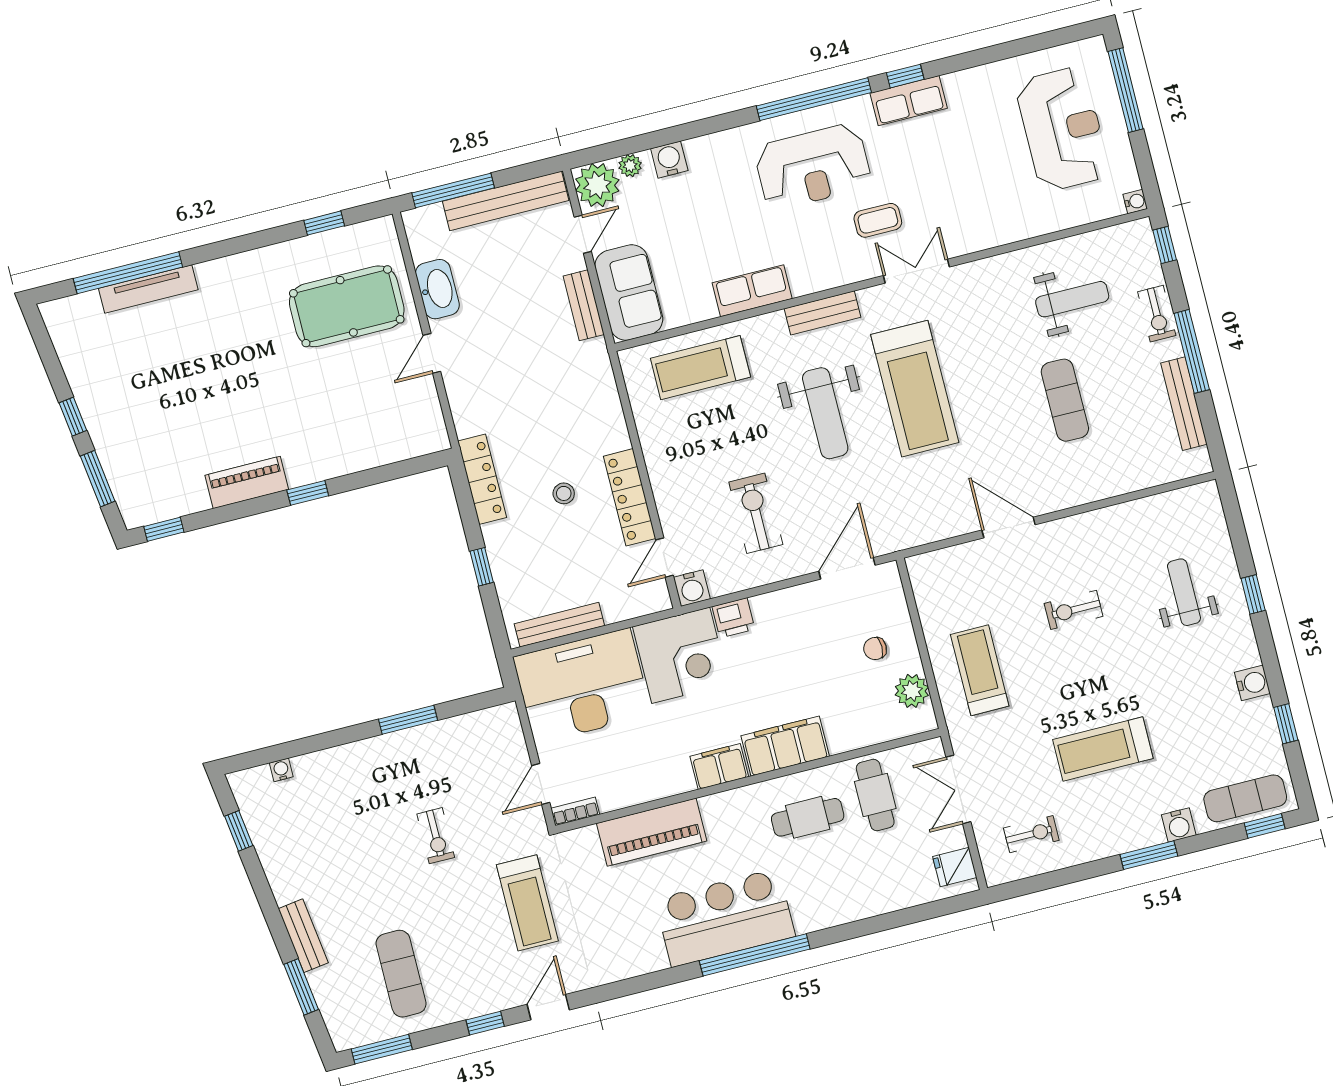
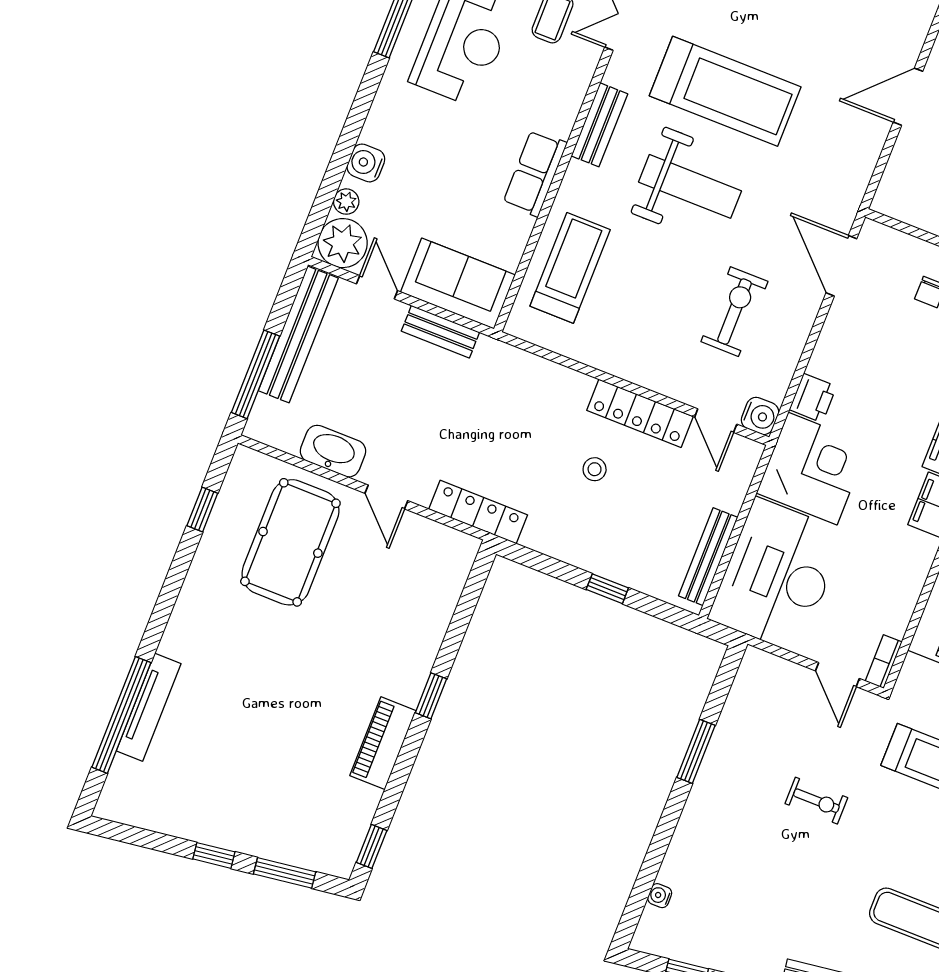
treadmill: (700, 368) -> (570, 268), turned 180
locker: (482, 479) -> (478, 512), moved
exercise bike: (756, 513) -> (734, 312), turned 90

